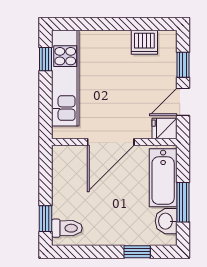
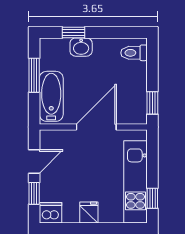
dishwasher: (144, 42) -> (51, 213), moved
fridge: (164, 129) -> (89, 213), moved, turned -90
window: (46, 219) -> (152, 103), moved
washbasin: (166, 221) -> (81, 47), moved, turned 90

